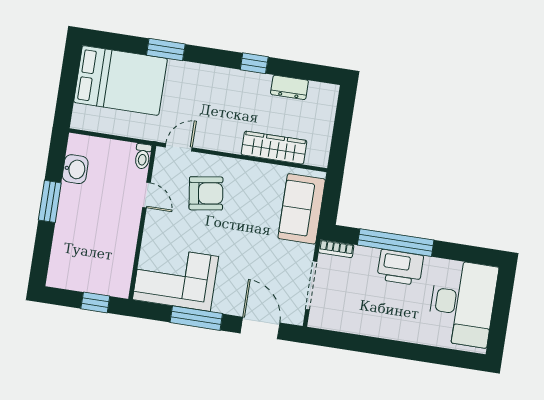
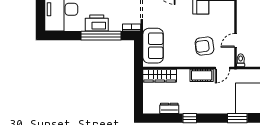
cot: (220, 140) -> (202, 75), added
wardrobe: (274, 148) -> (160, 76), moved
door: (147, 195) -> (236, 40), hinge flipped

